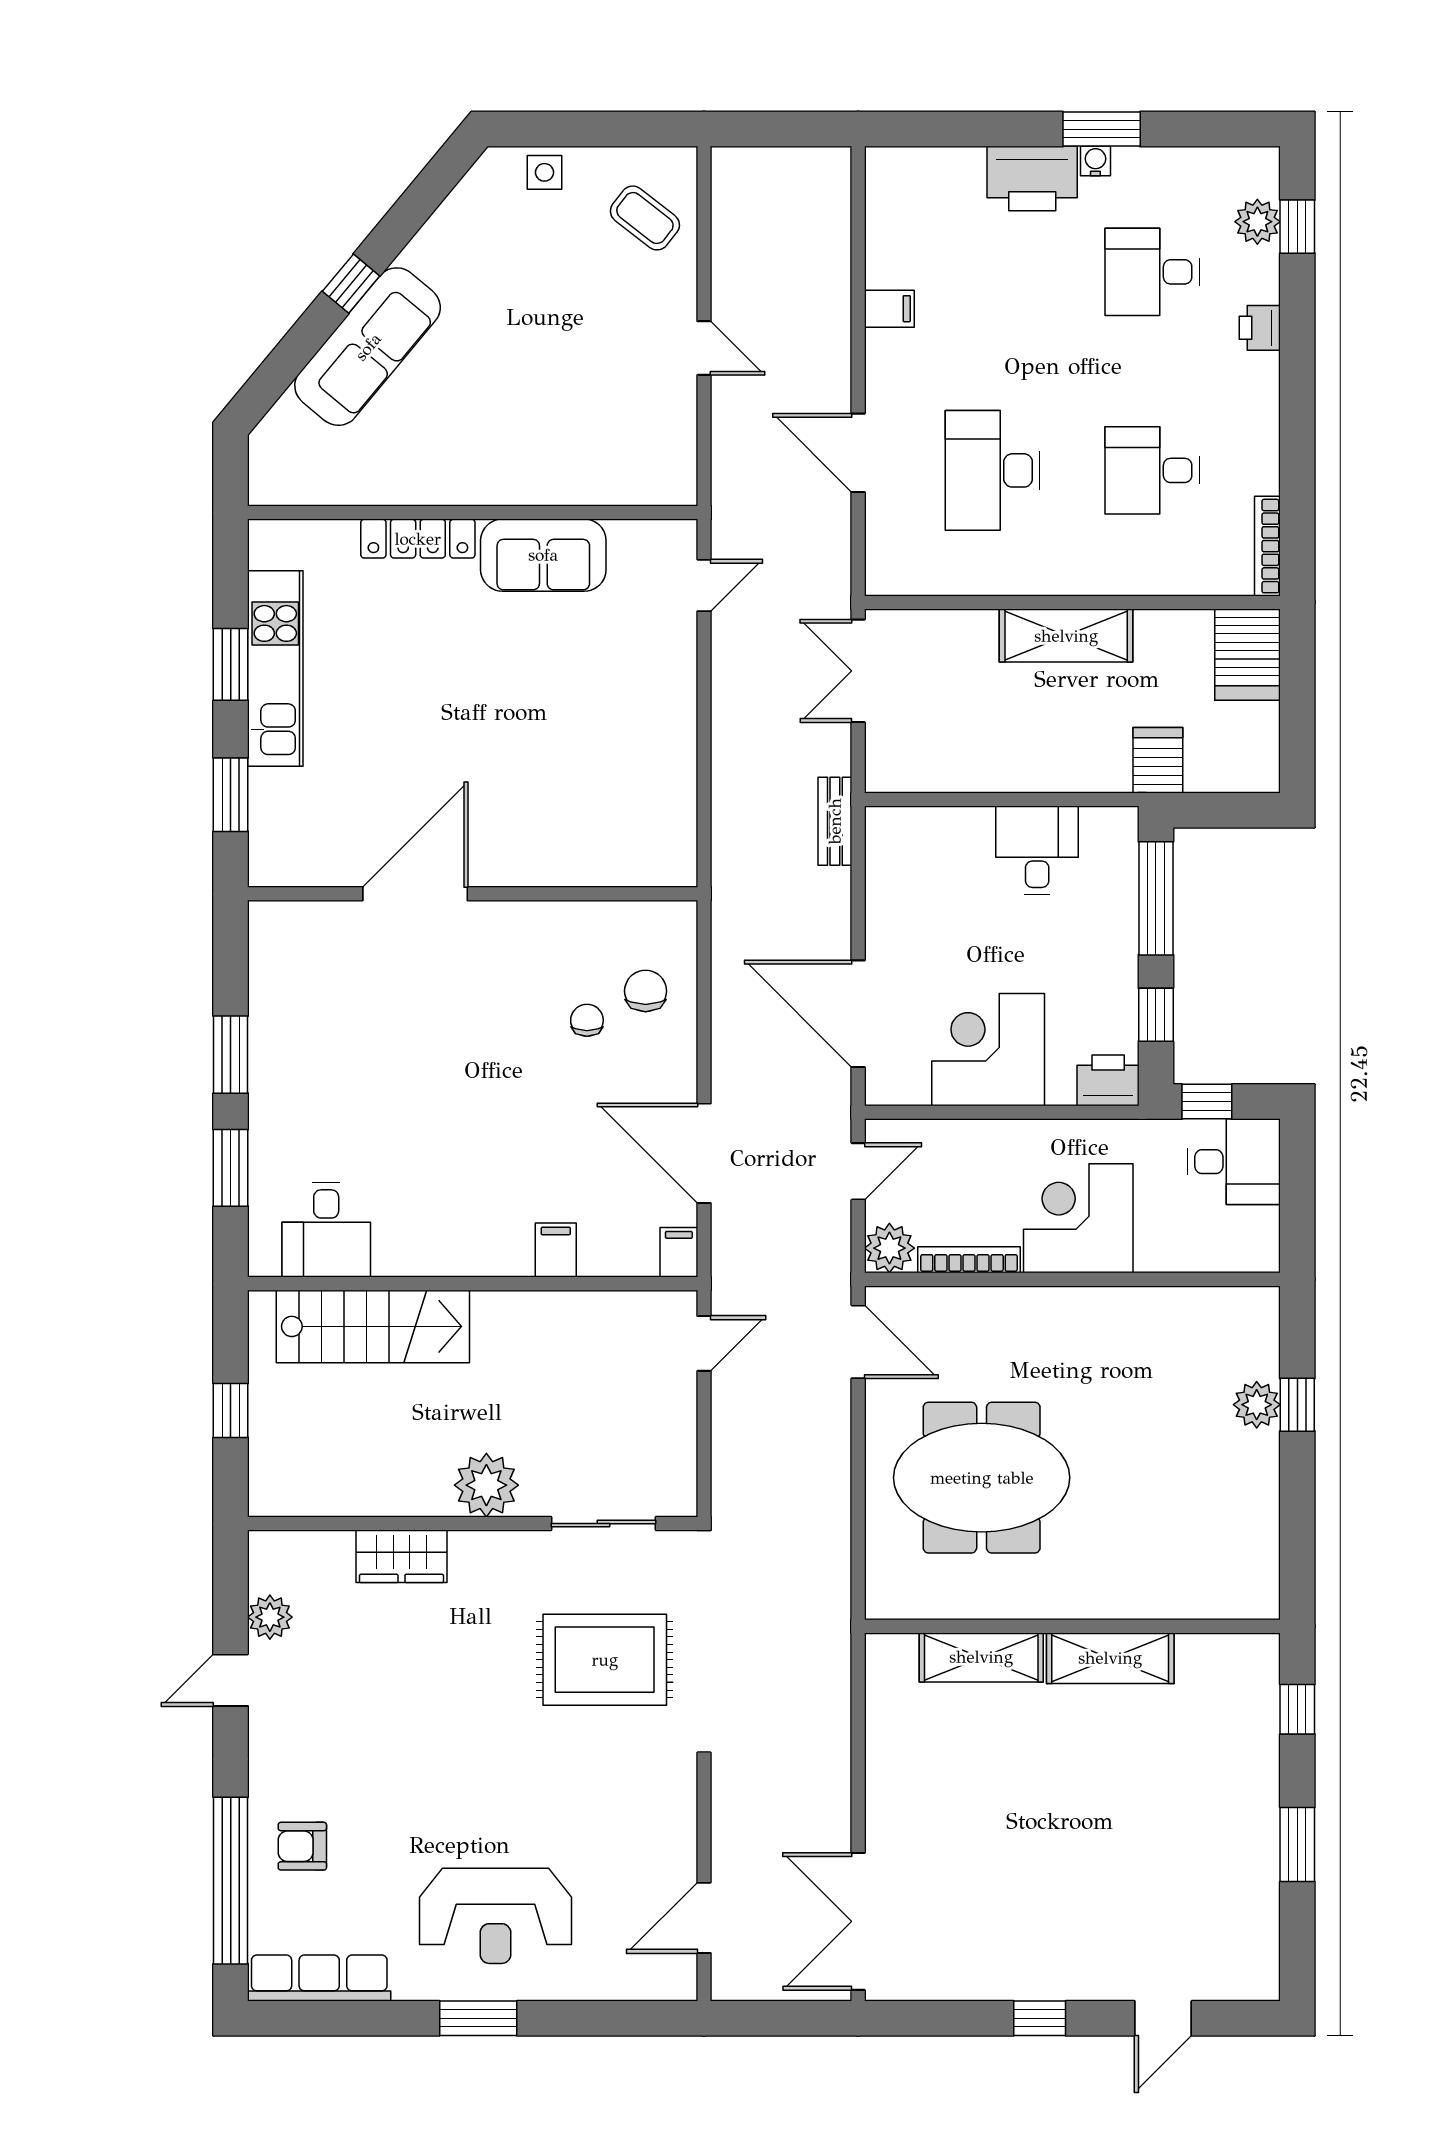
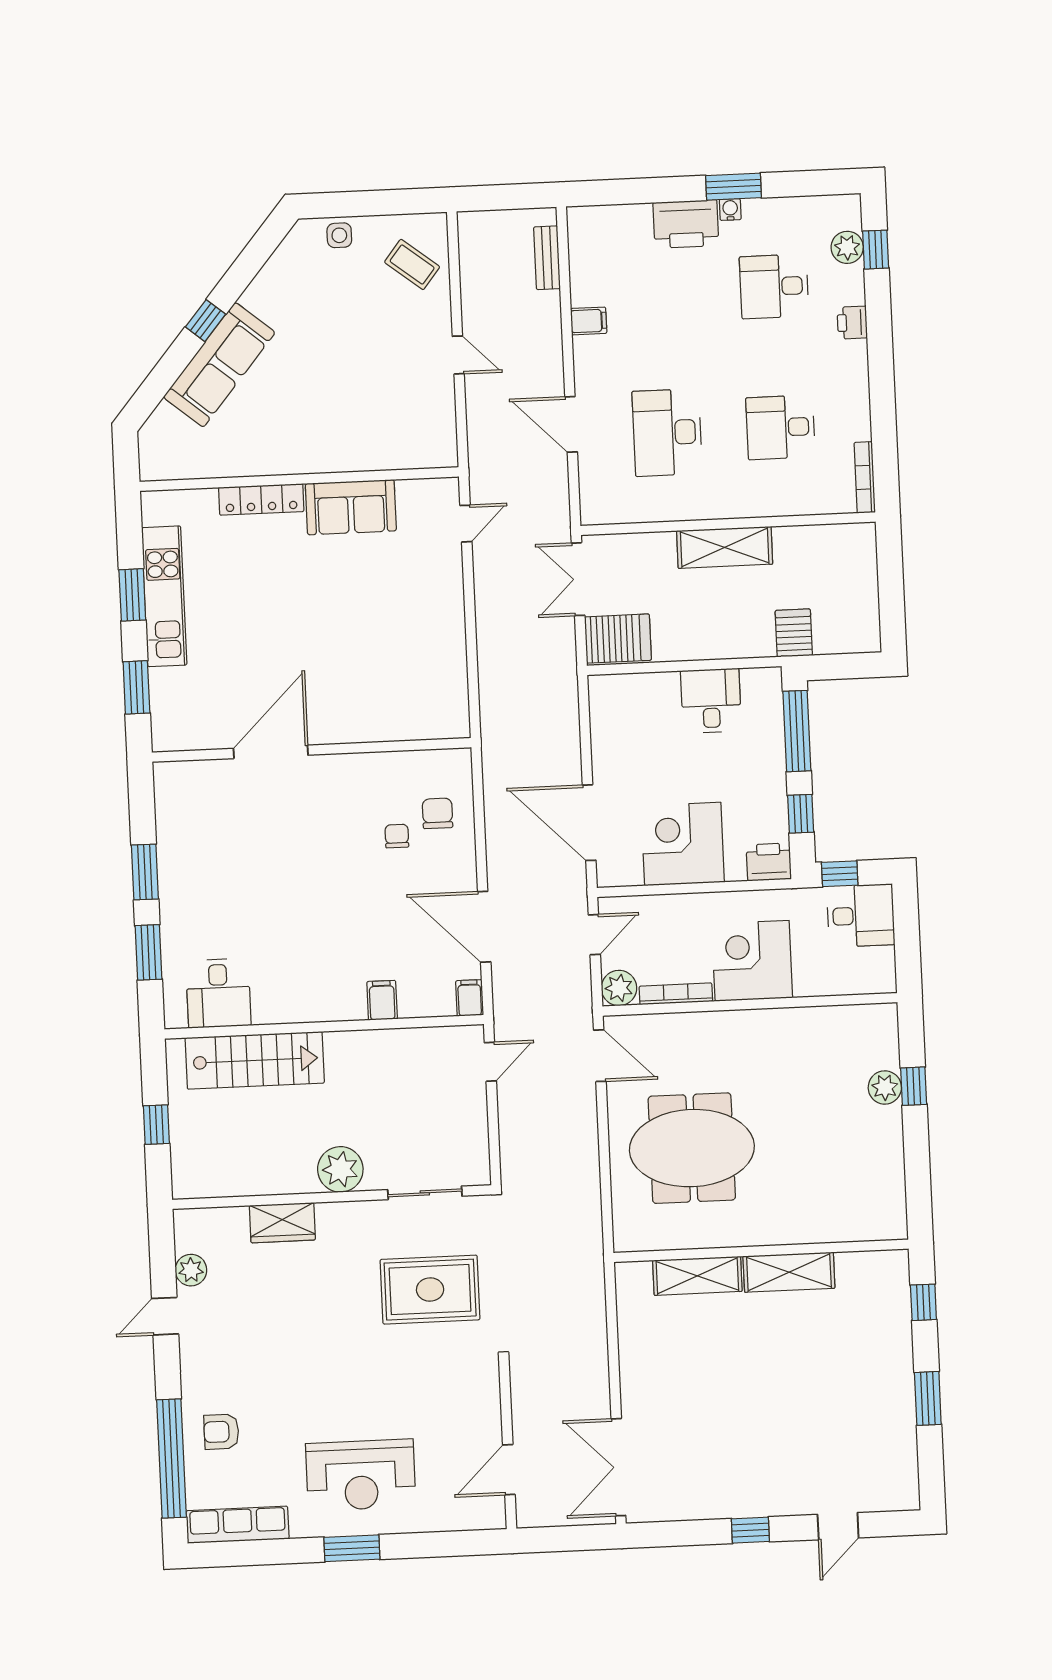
server rack: (1248, 655) -> (618, 639), moved, turned -90
bench: (835, 821) -> (547, 258), moved

